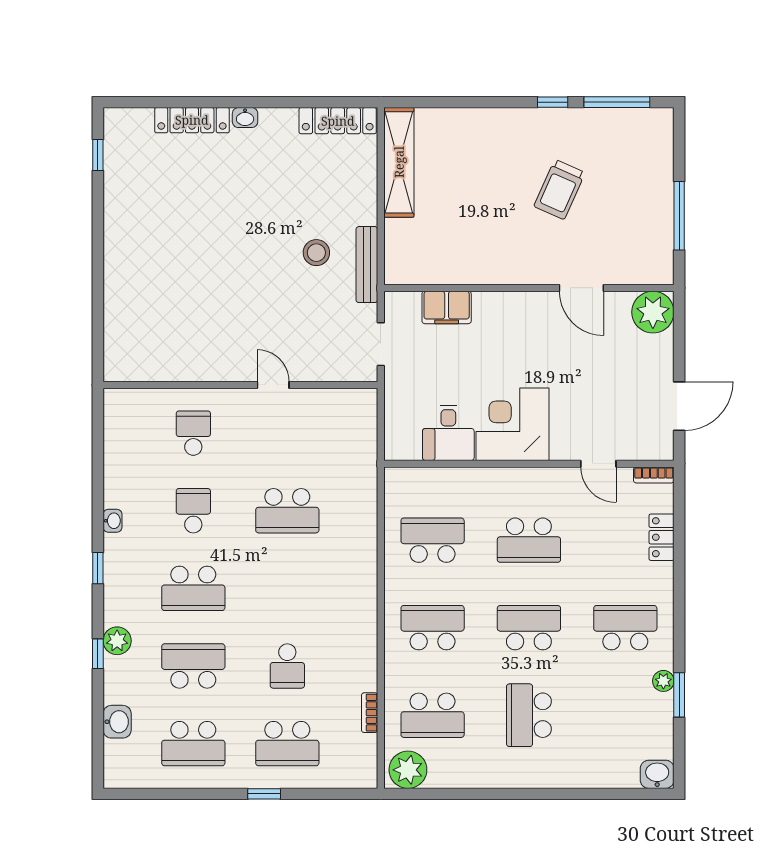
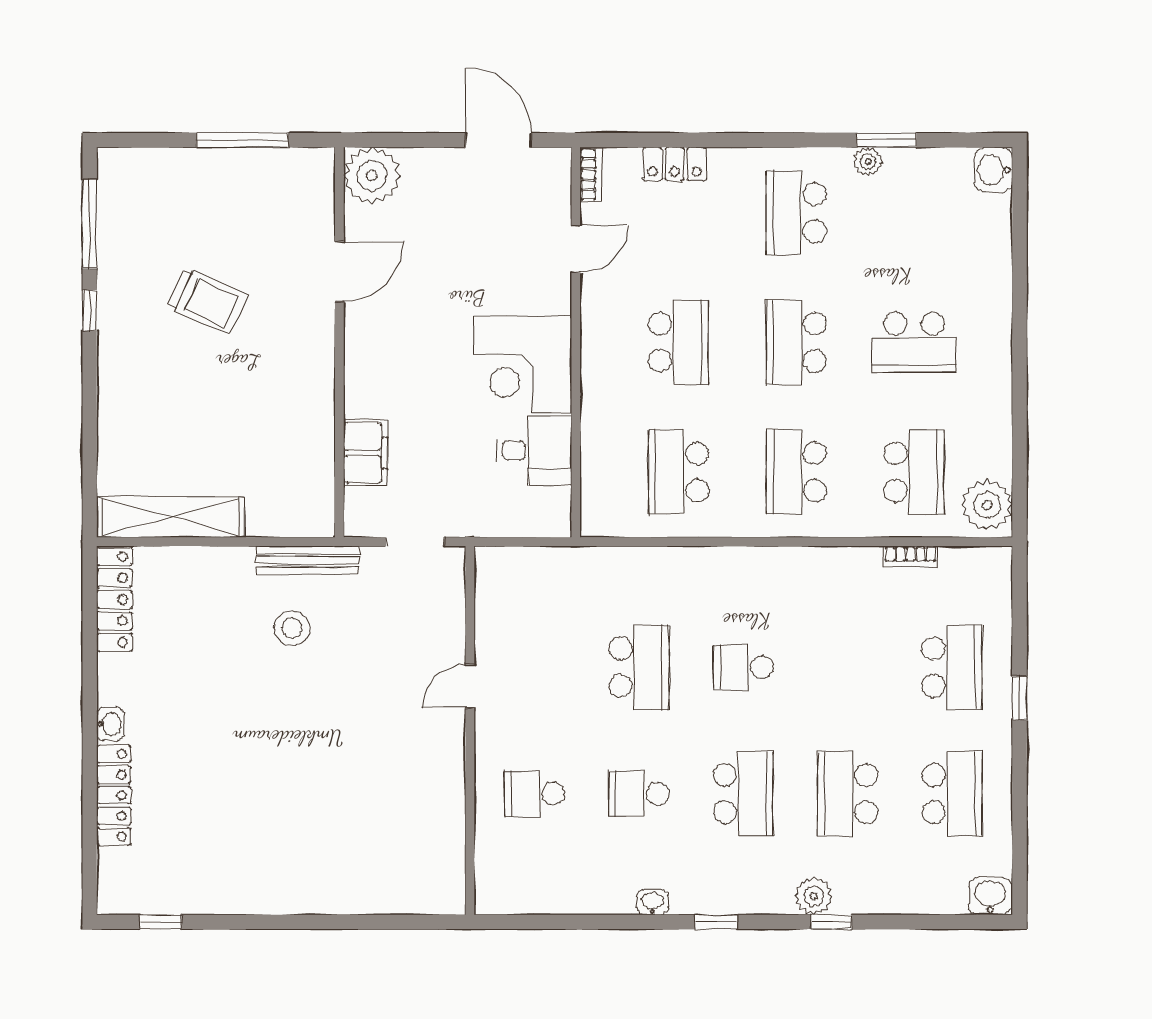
school desk: (287, 666) -> (743, 667), moved, turned 180
washbasin: (117, 722) -> (990, 896), moved

